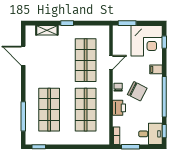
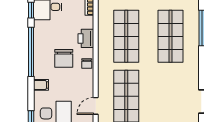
door: (111, 62) -> (96, 106), moved
chair: (137, 91) -> (64, 58), turned -117

